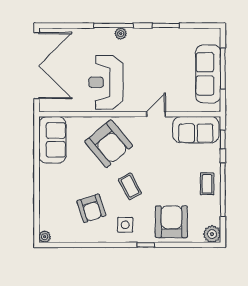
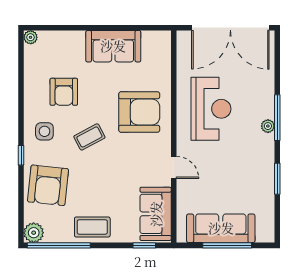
reception desk: (106, 82) -> (211, 109), turned 90
sofa: (52, 140) -> (113, 46), moved
armchair: (109, 144) -> (139, 112), turned -140
coffee table: (207, 184) -> (92, 227), width x1.36, depth x1.30
window: (223, 190) -> (59, 245), moved
armchair: (91, 208) -> (64, 92), turned -72
armchair: (171, 222) -> (48, 185), turned 96

